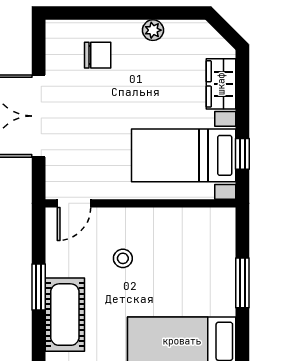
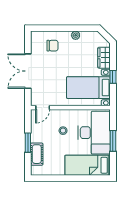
window: (242, 154) -> (113, 77), moved
desk: (197, 263) -> (94, 133), added
cot: (65, 315) -> (37, 154), width x0.73, depth x0.75

